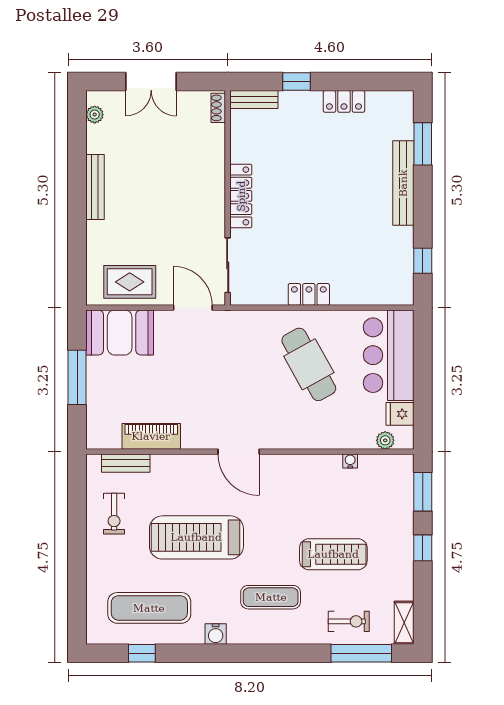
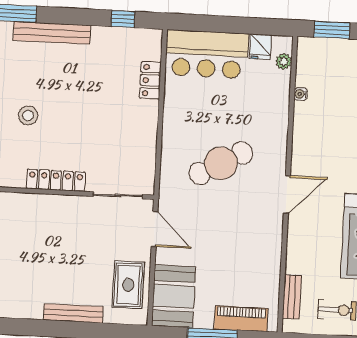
stool: (311, 162) -> (28, 115), added
bench: (95, 187) -> (73, 313), moved
locker: (309, 294) -> (150, 80), moved
door: (193, 308) -> (154, 229), swing flipped
cafe table: (309, 364) -> (221, 163), moved
piano: (151, 436) -> (241, 319), moved, turned 90

